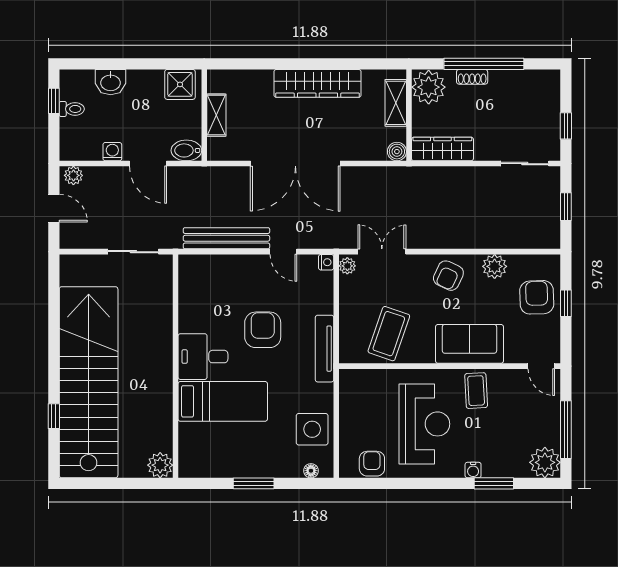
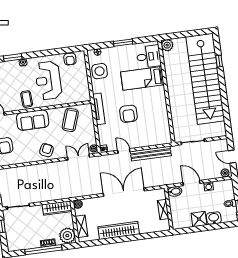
shower: (180, 84) -> (199, 219), moved
double door: (382, 252) -> (79, 157), swing flipped
plant: (495, 266) -> (26, 157), removed
desk: (203, 357) -> (149, 57), moved

